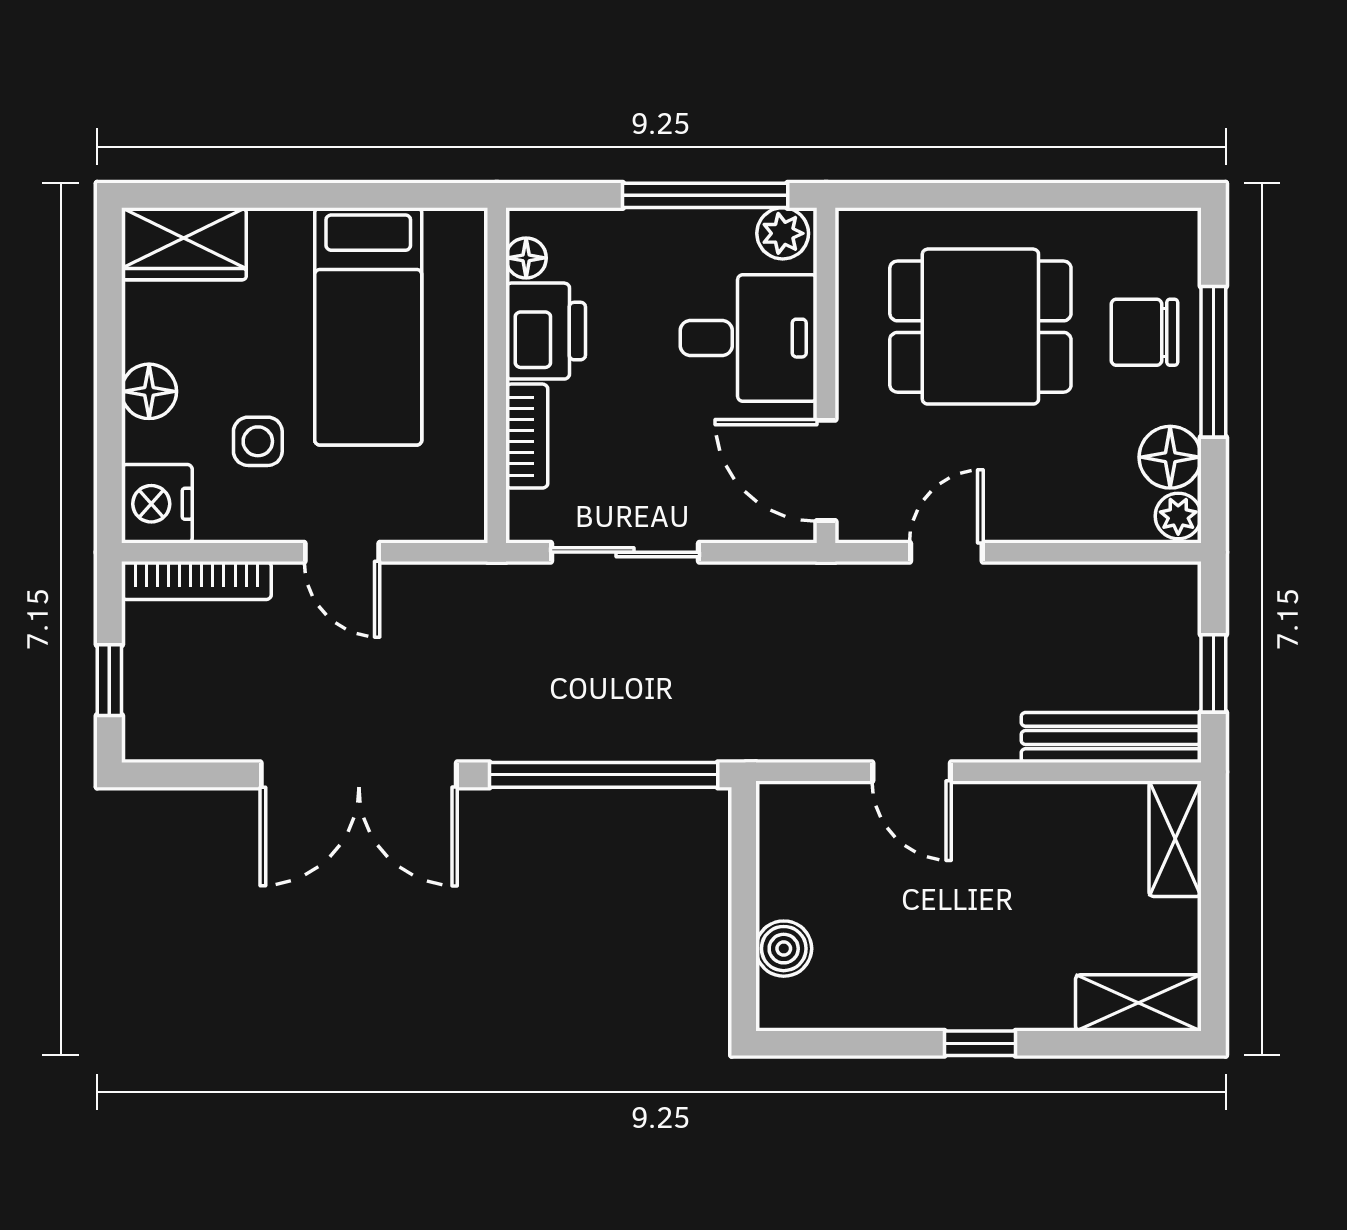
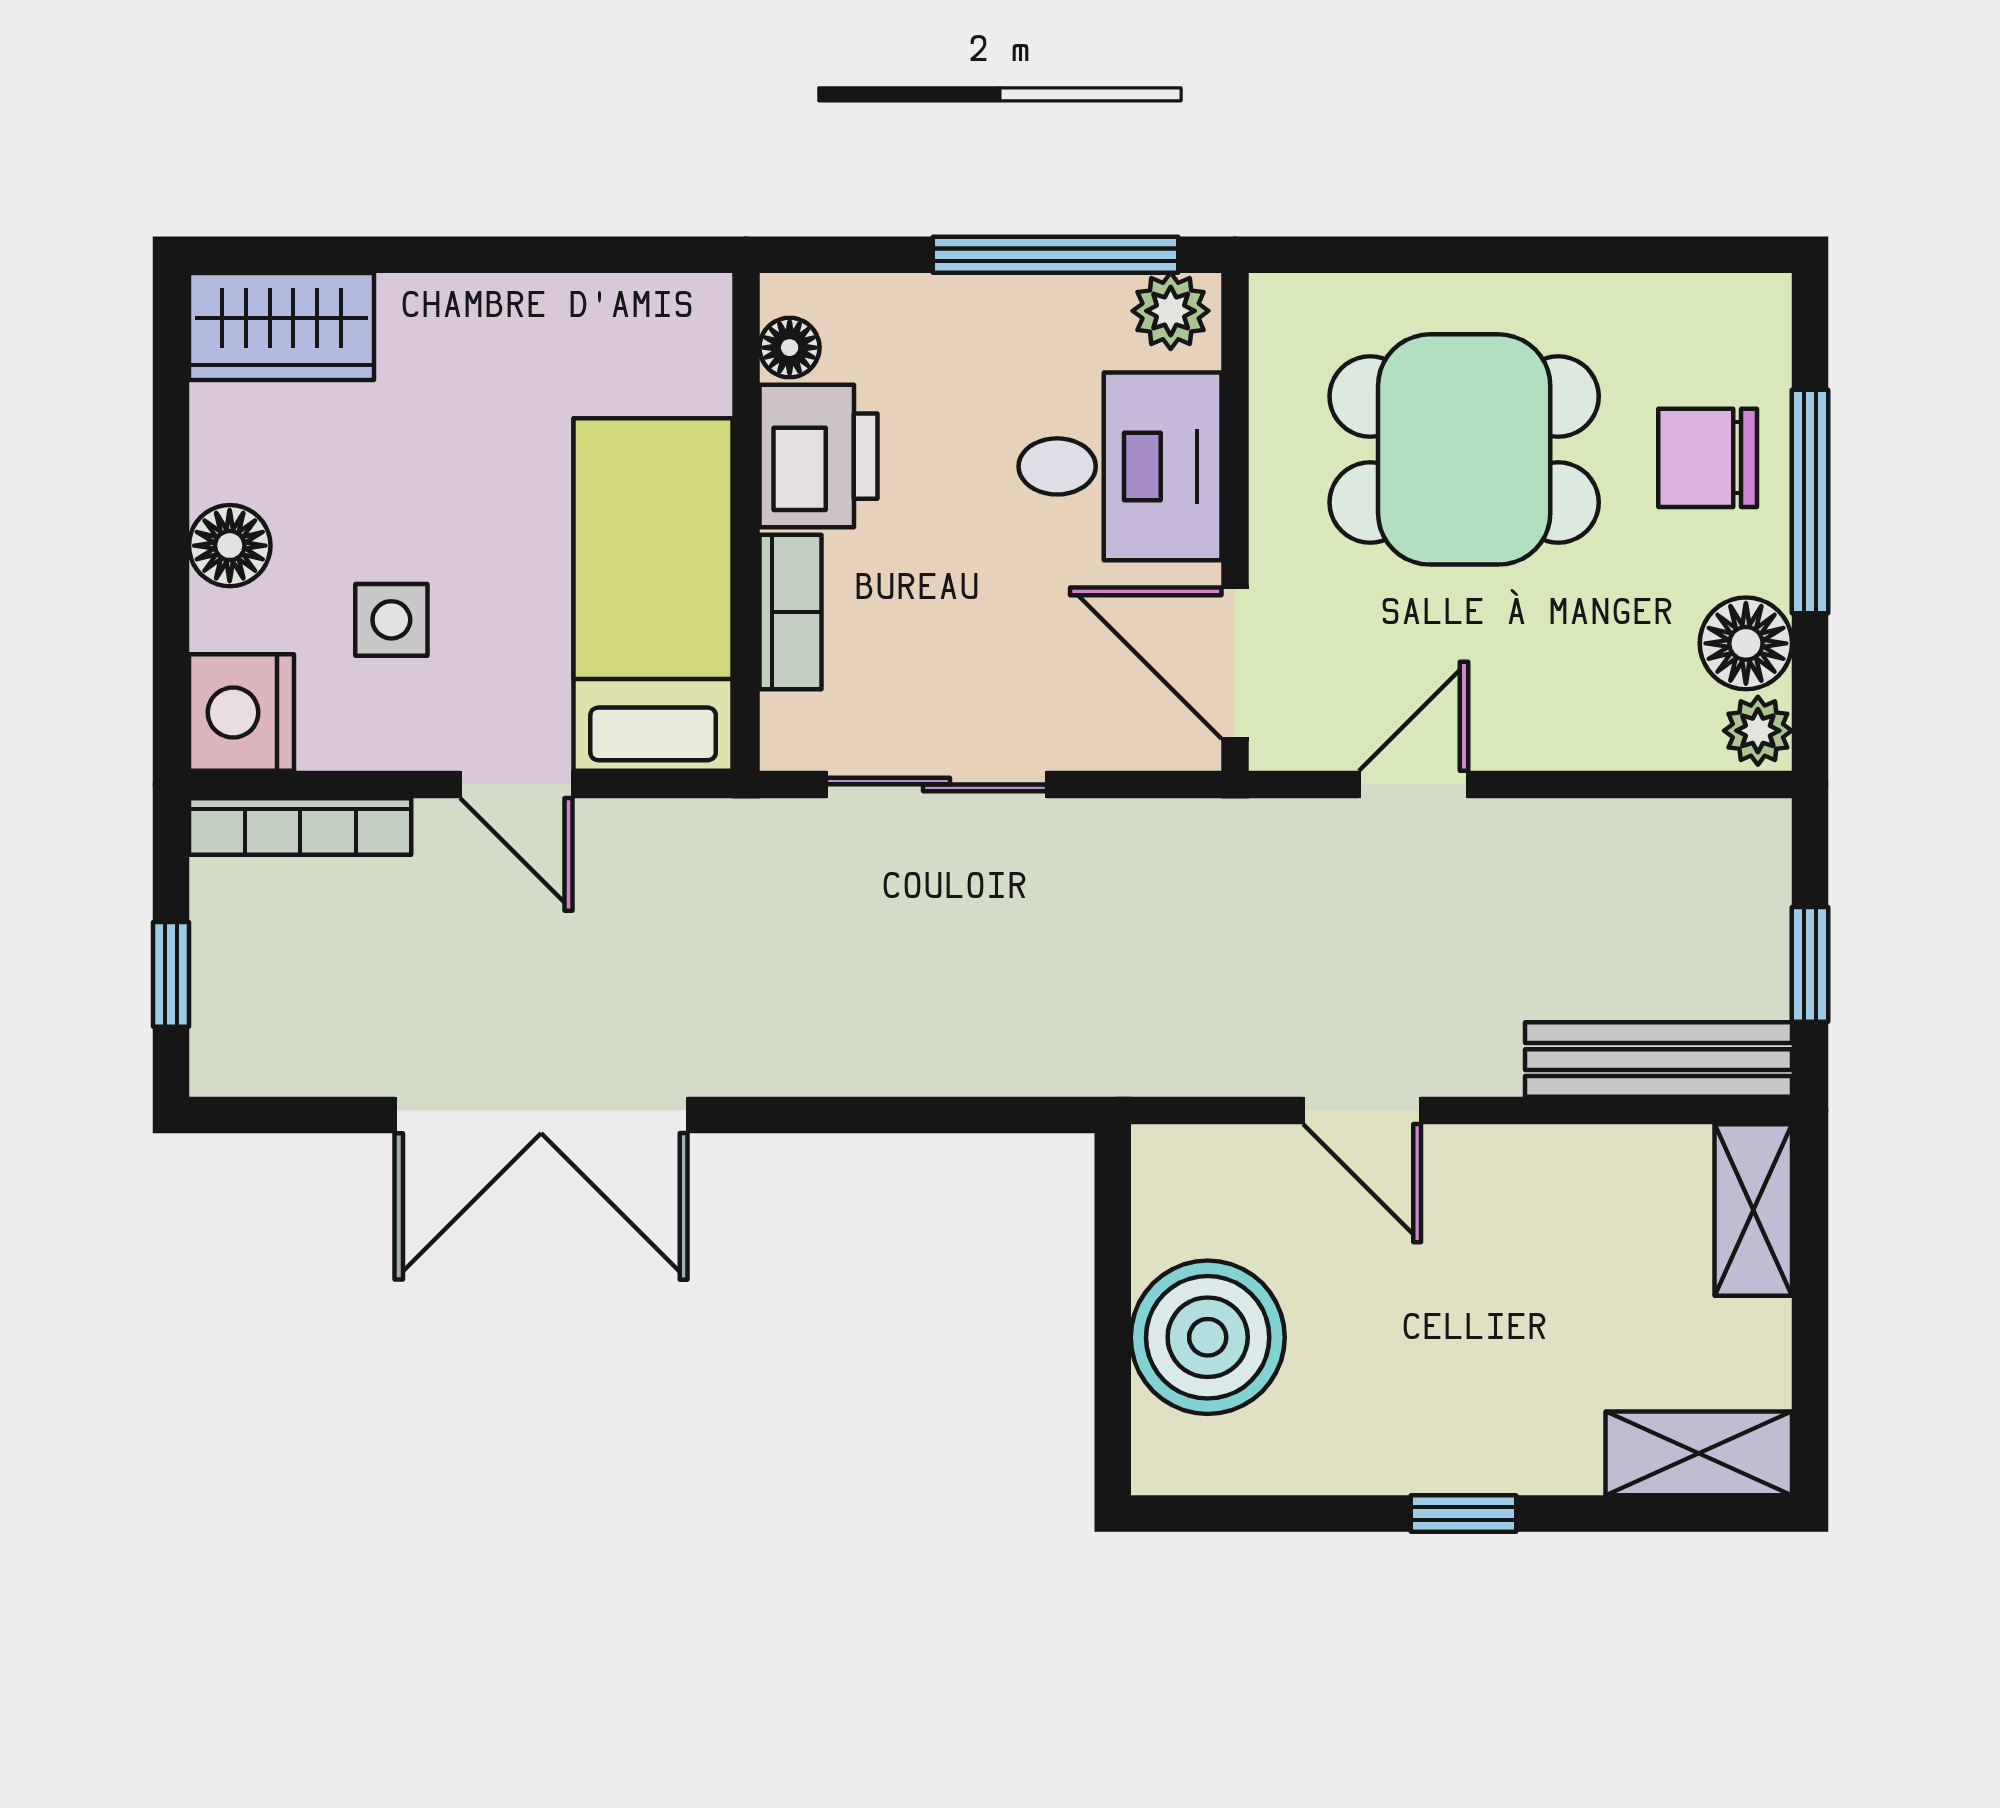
bed: (368, 326) -> (653, 595), moved, turned 180
window: (604, 775) -> (905, 1115), removed
boiler: (784, 949) -> (1208, 1337), width x1.86, depth x1.86

